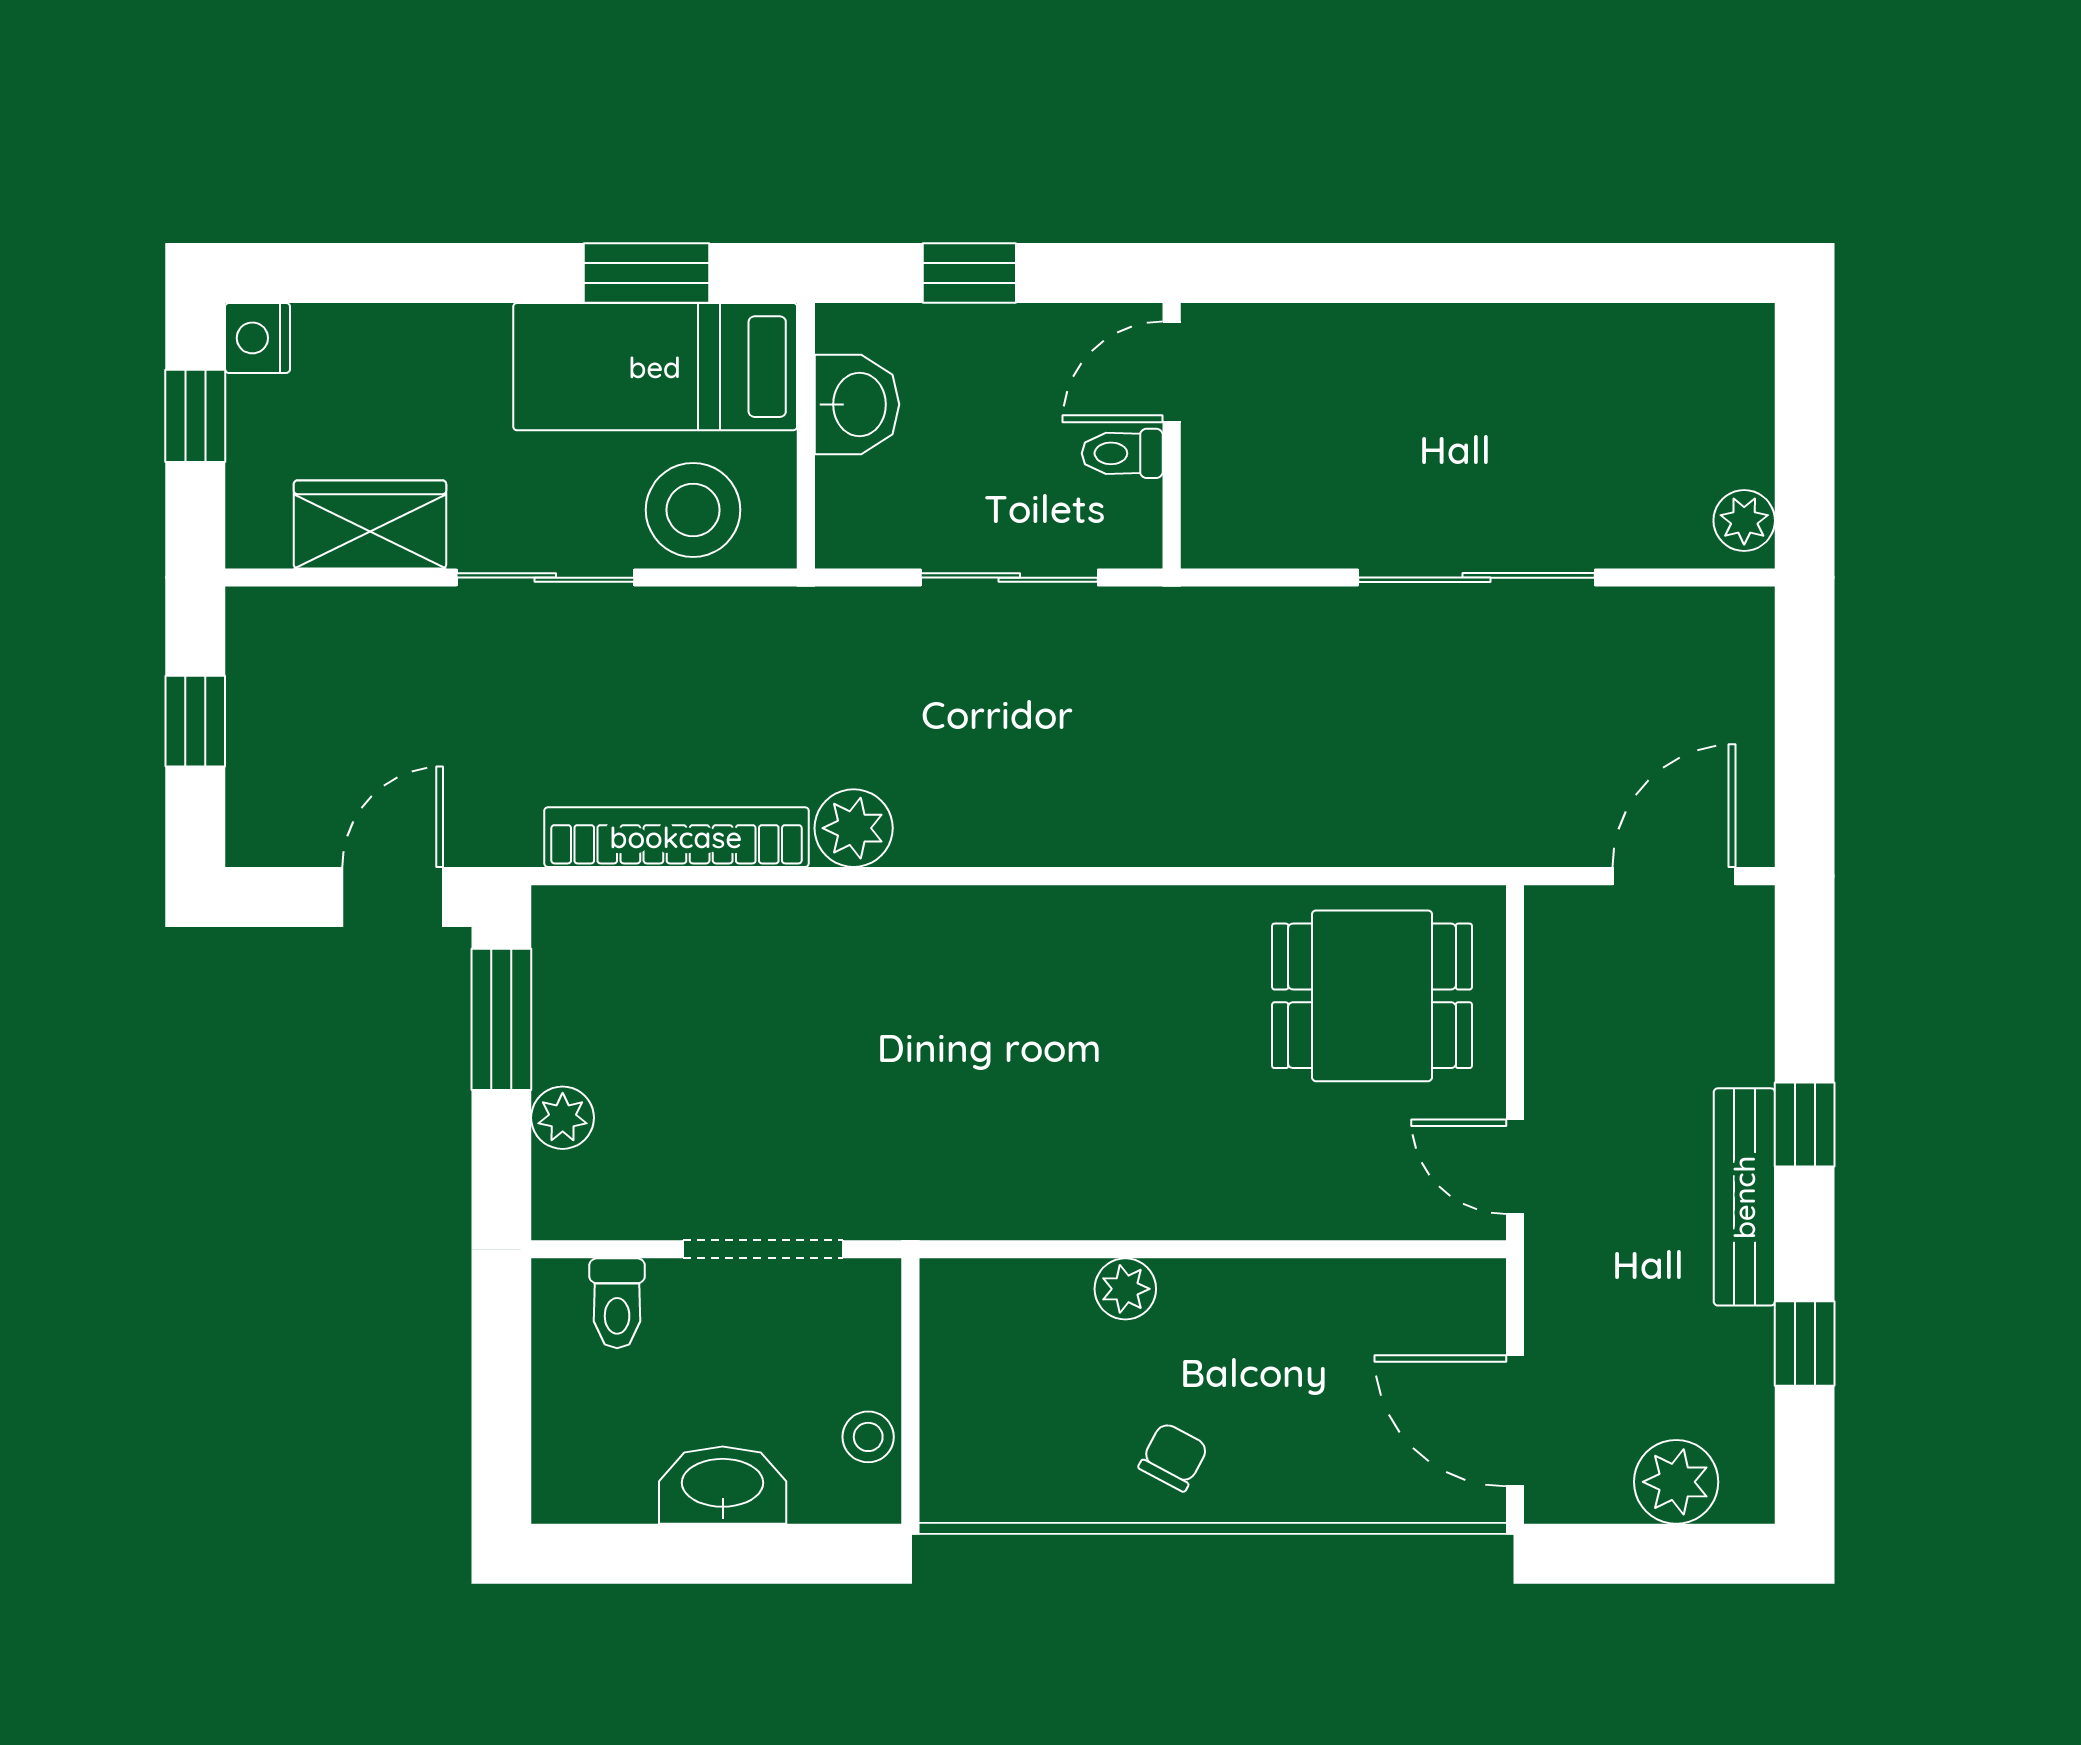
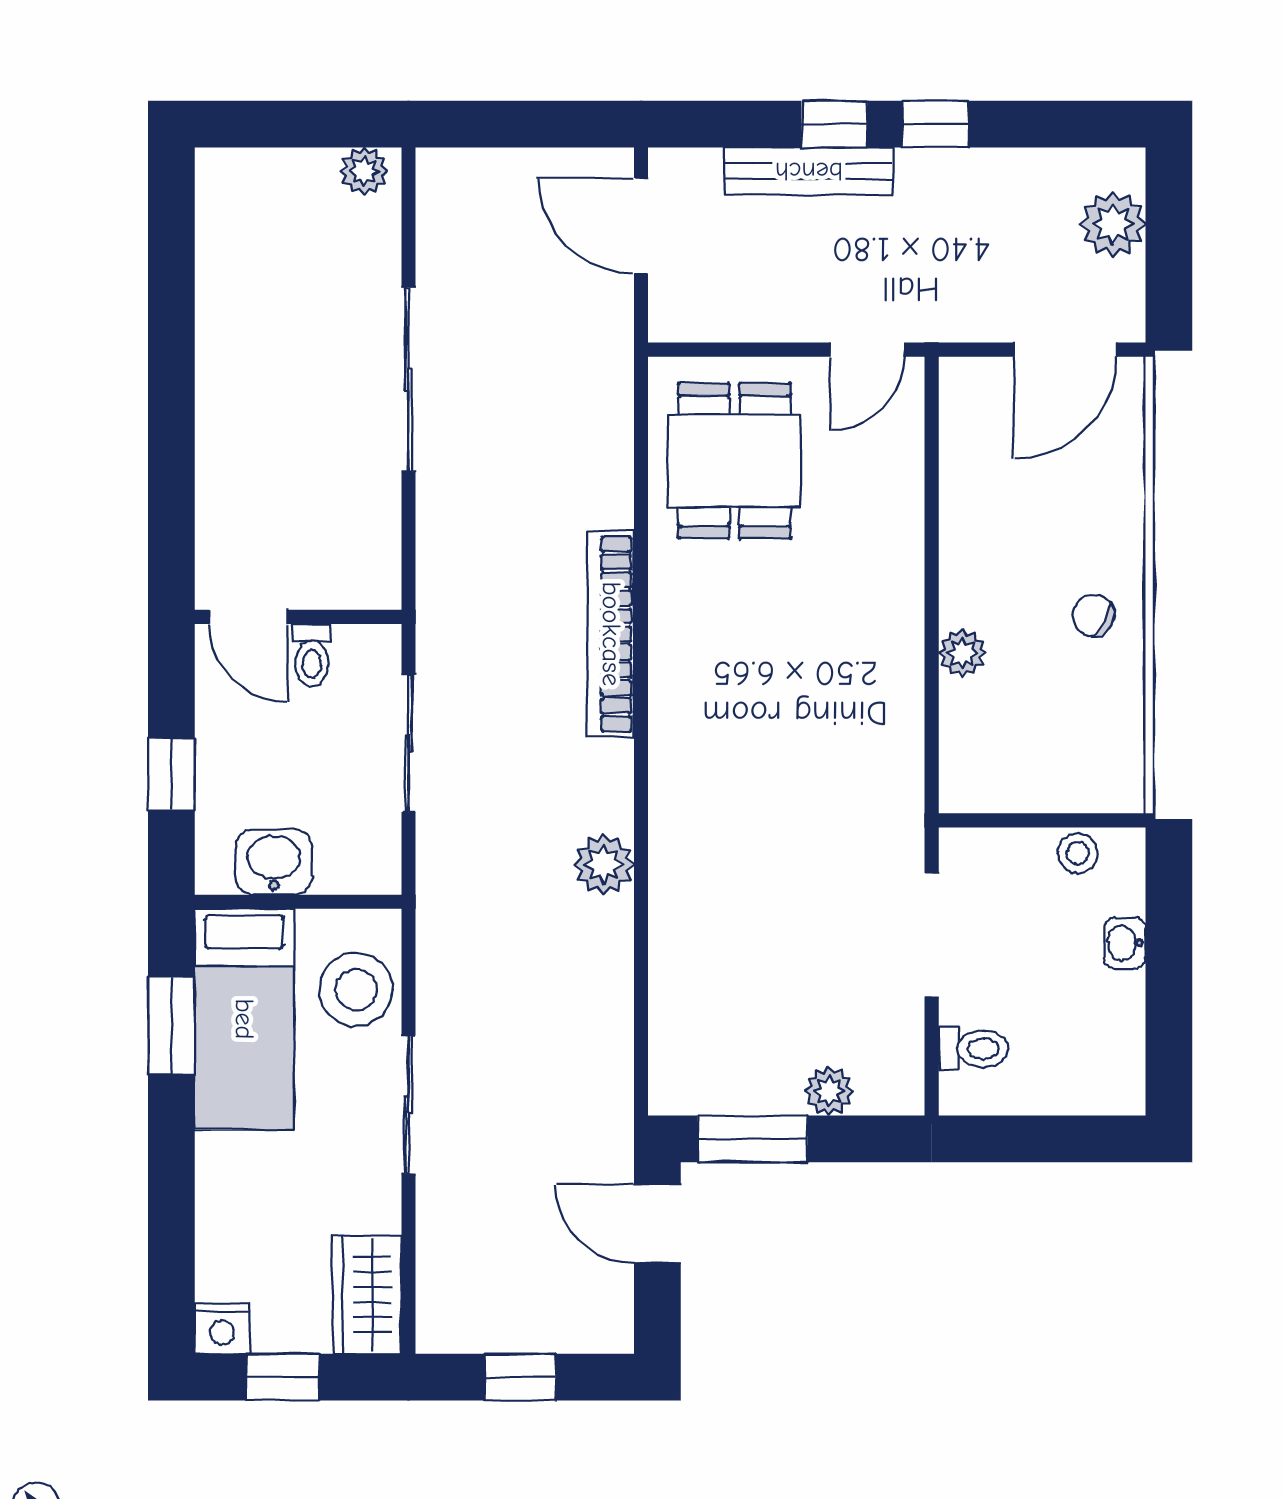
wardrobe: (370, 524) -> (367, 1295), moved
bookcase: (676, 837) -> (611, 634), moved
bench: (1744, 1197) -> (809, 171), moved
window: (1805, 1344) -> (936, 124), moved
washbasin: (723, 1485) -> (1125, 943), width x0.52, depth x0.69

